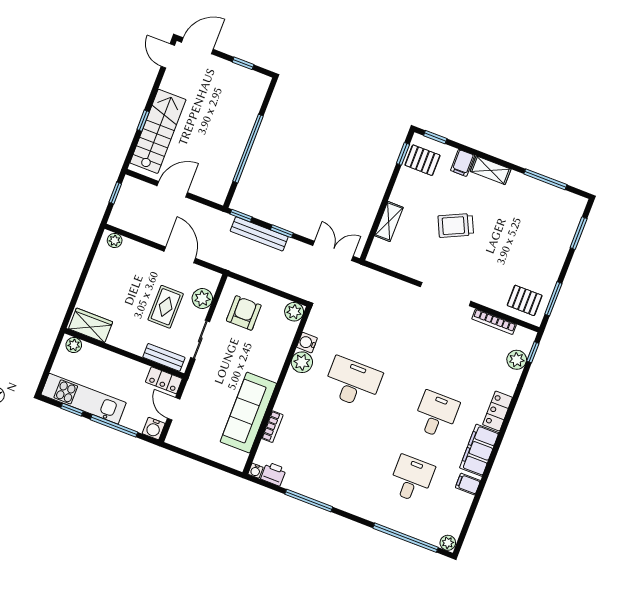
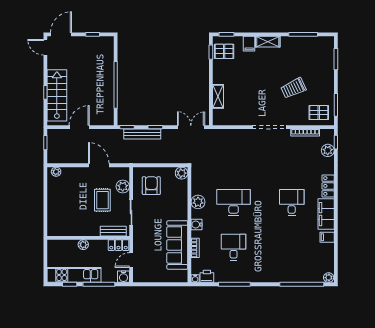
trolley: (456, 225) -> (293, 88), moved
wardrobe: (91, 325) -> (61, 229), removed
water cooler: (307, 343) -> (197, 224), moved
plant: (74, 345) -> (83, 245), moved
door: (174, 409) -> (131, 260), hinge flipped
desk: (411, 479) -> (234, 247), moved

